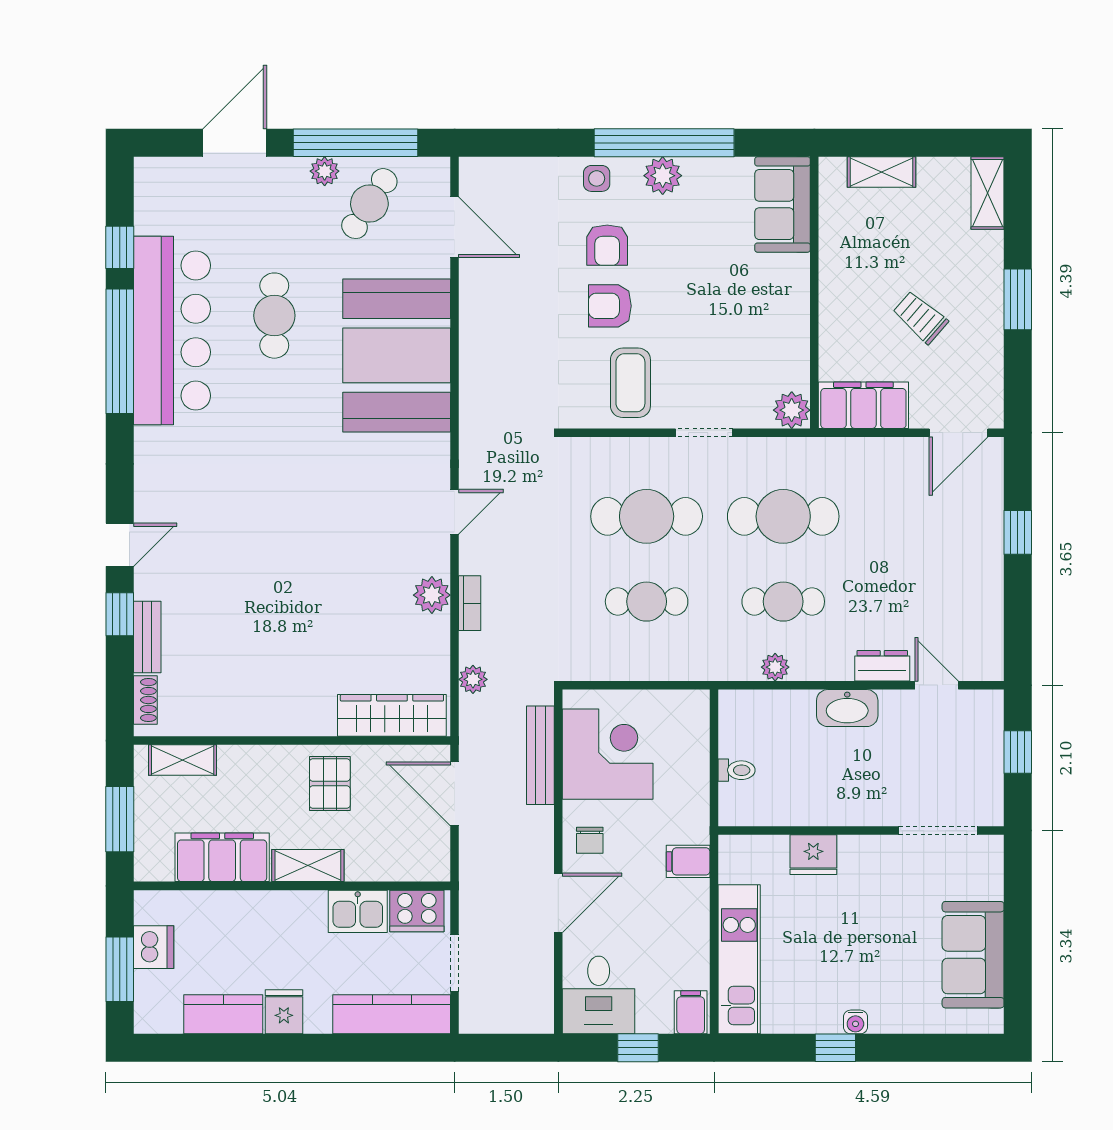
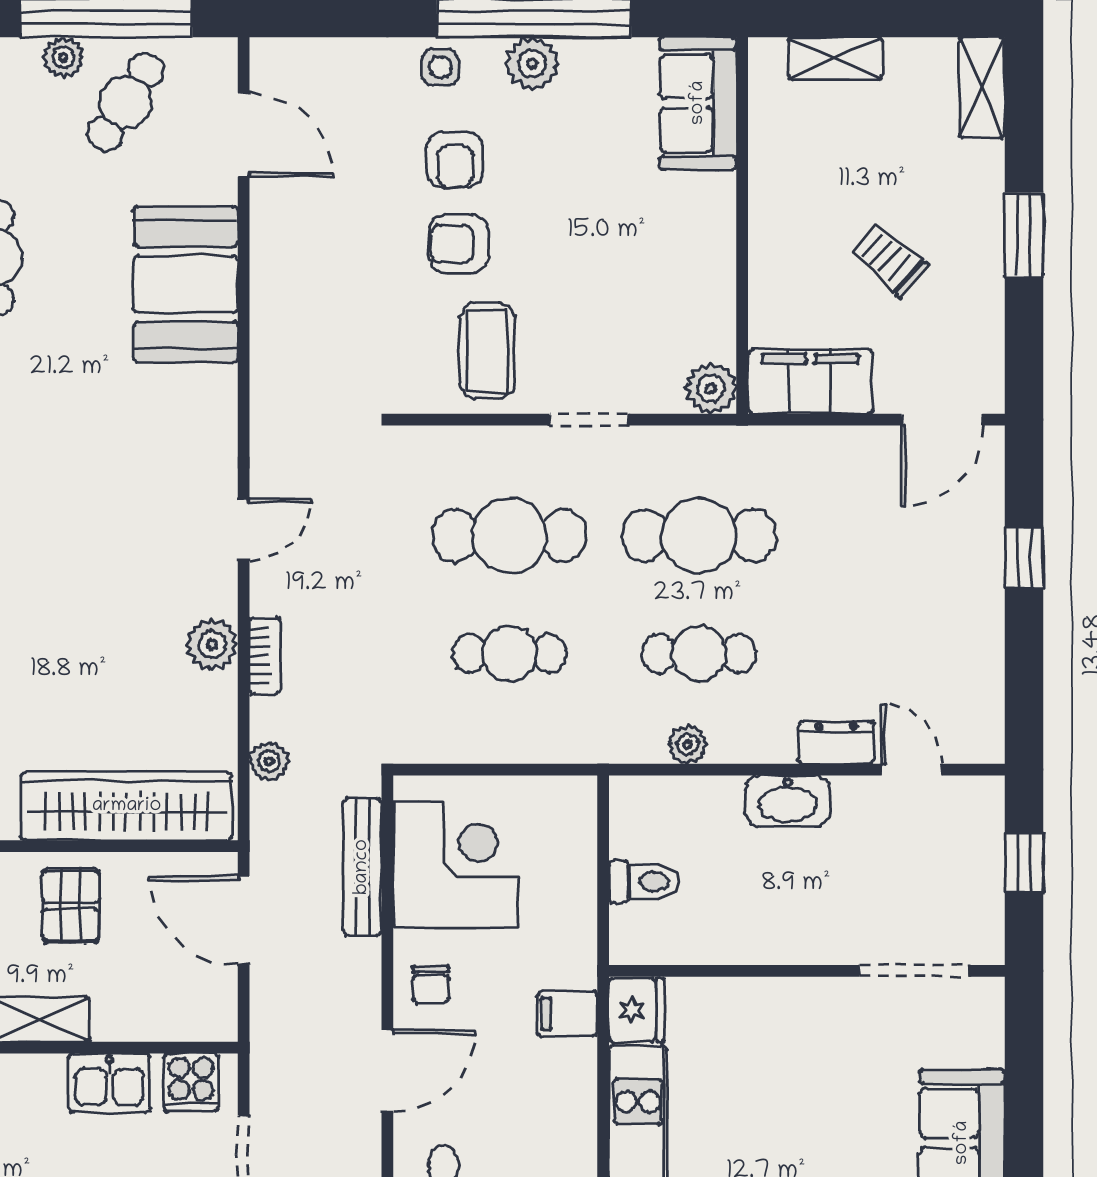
booth: (397, 355) -> (185, 284), width x0.73, depth x0.70
wardrobe: (392, 715) -> (127, 806), width x1.40, depth x1.17
toilet: (737, 770) -> (644, 881), width x1.37, depth x1.39
fridge: (813, 855) -> (636, 1010), moved, turned -90
cooker: (417, 911) -> (191, 1082), width x0.73

